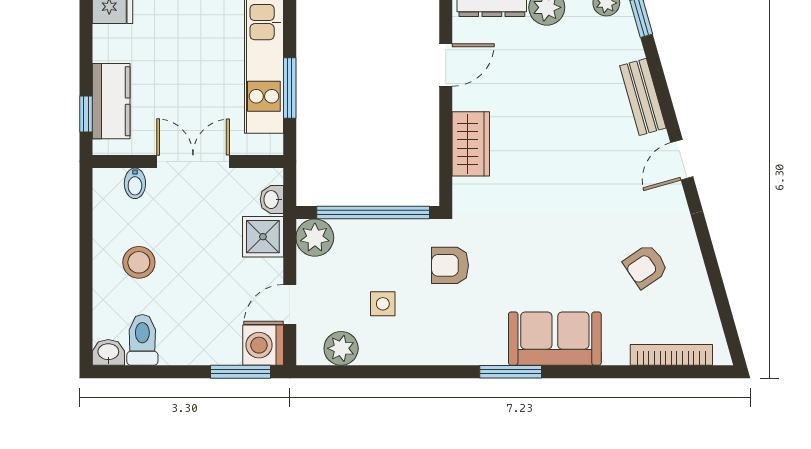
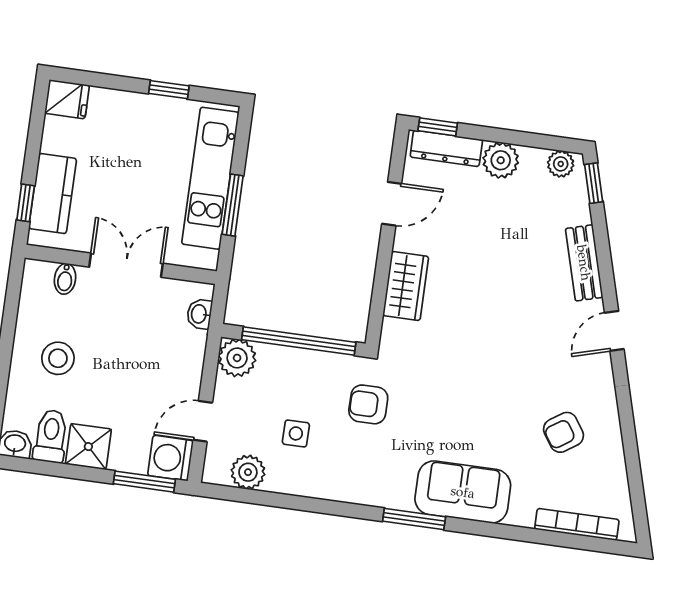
shower: (263, 237) -> (88, 447), moved

